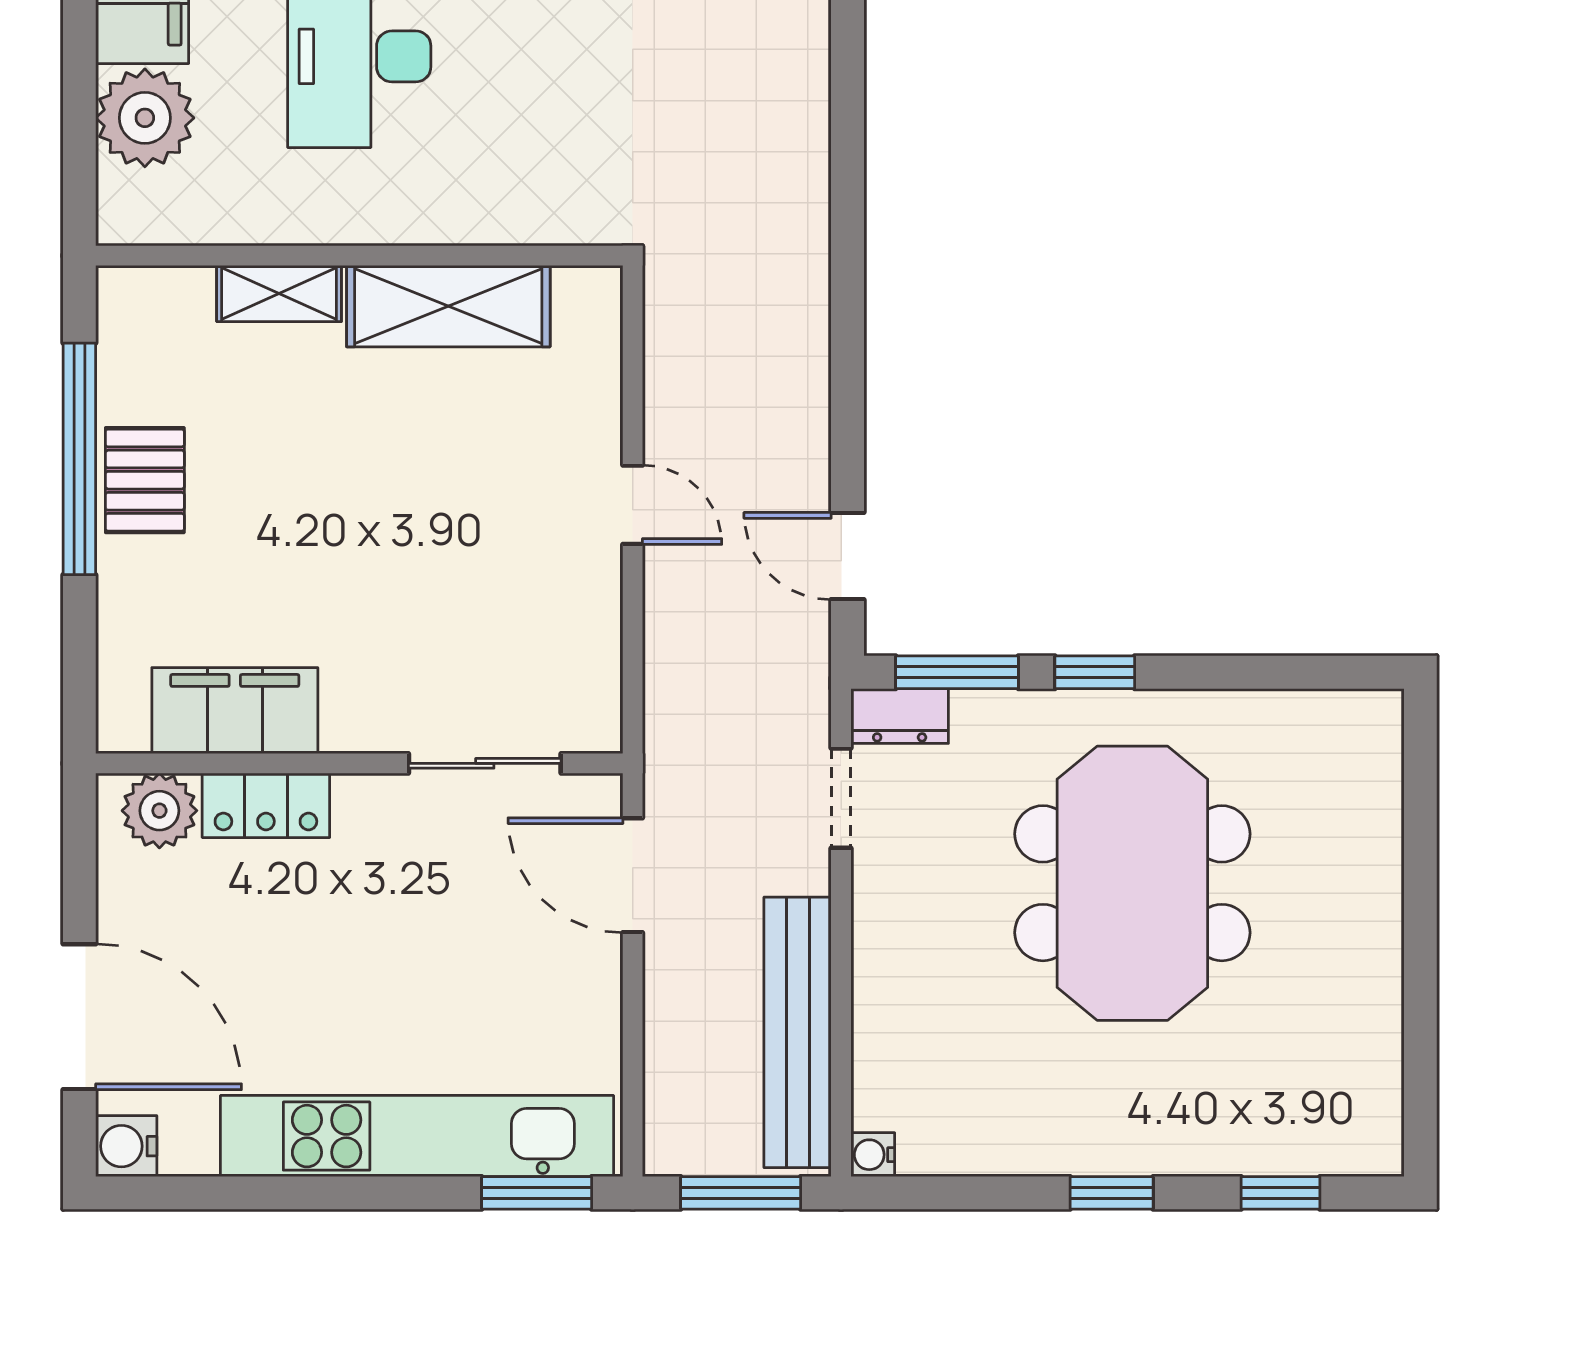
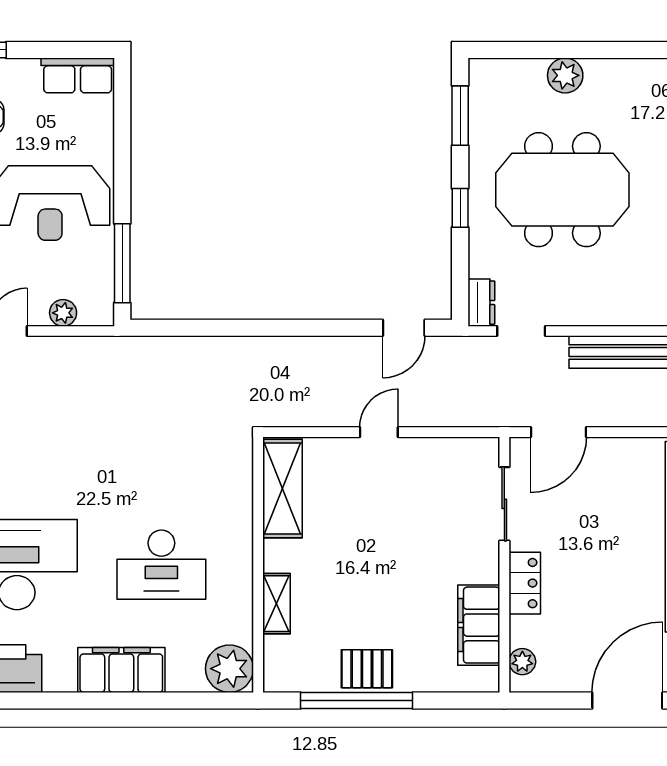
plant: (145, 118) -> (229, 669), moved
shelving: (448, 306) -> (283, 489), moved
window: (957, 672) -> (460, 116), moved
locker: (266, 805) -> (525, 583), moved
plant: (159, 811) -> (522, 662), width x0.73, depth x0.73
plant: (1368, 889) -> (565, 75), added

